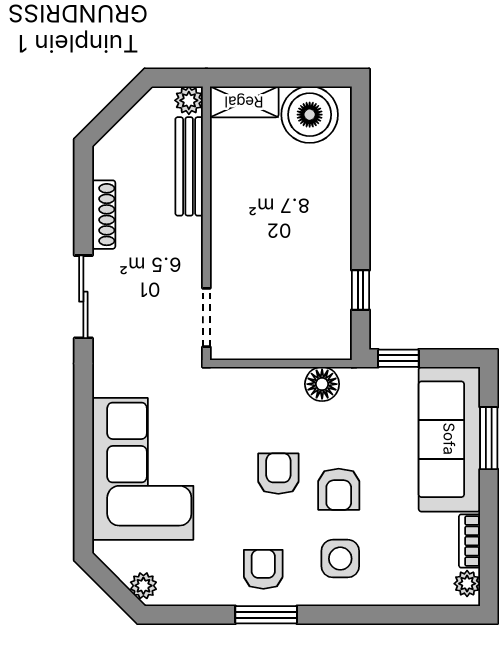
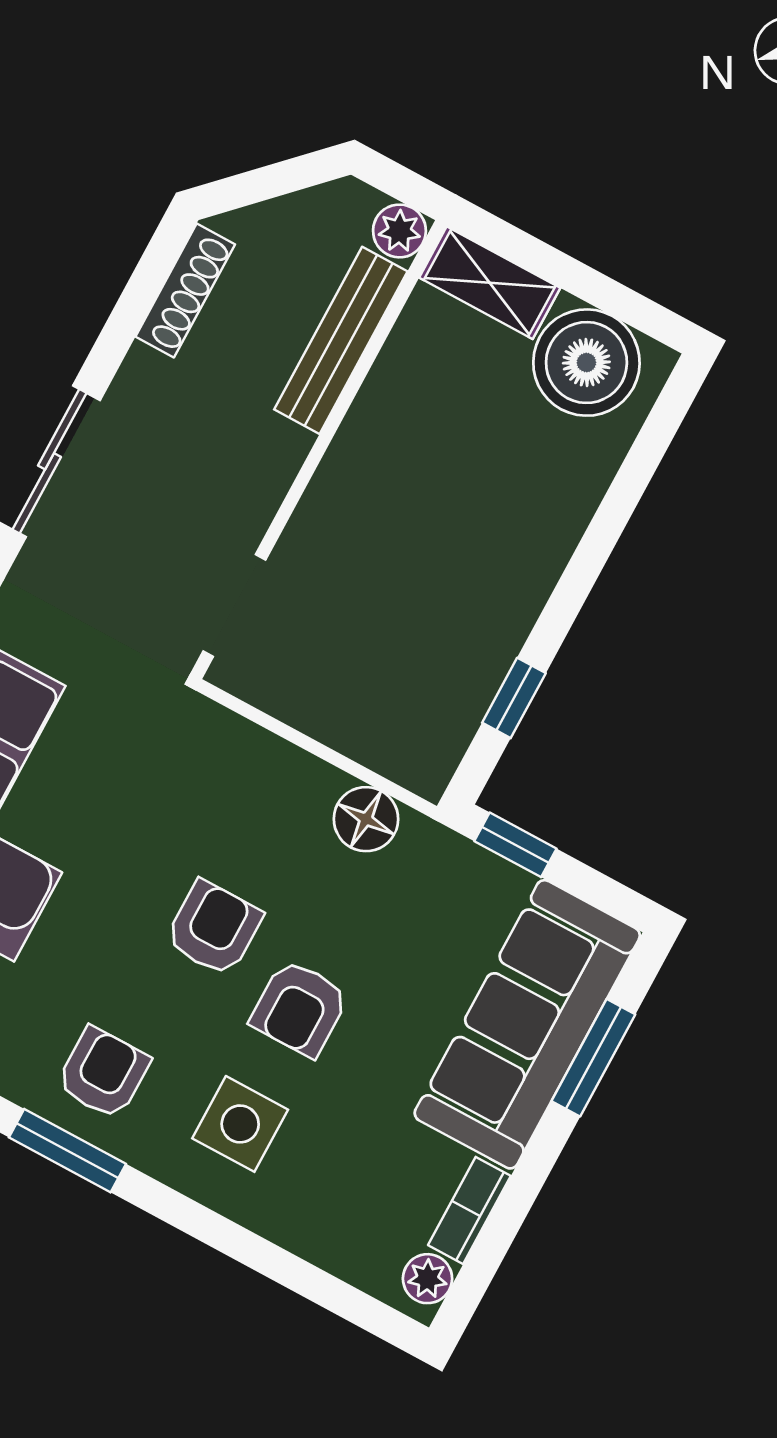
shoe rack: (104, 215) -> (185, 291), moved

